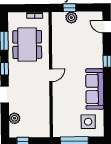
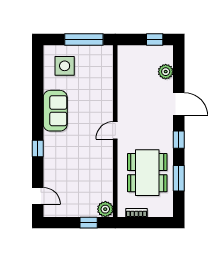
plant: (71, 18) -> (105, 209), moved
sofa: (95, 89) -> (55, 111), width x0.73

